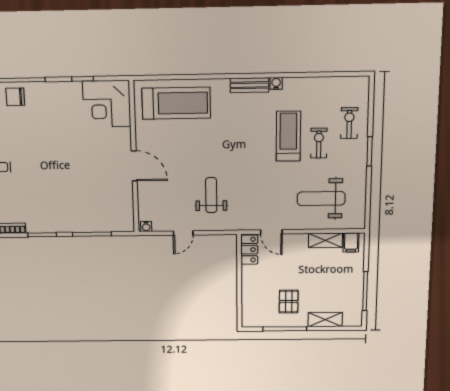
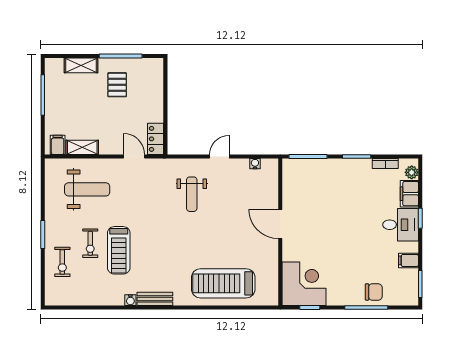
corner desk: (107, 104) -> (304, 284), moved
wall: (134, 158) -> (280, 232), moved
door: (134, 166) -> (280, 224), moved

